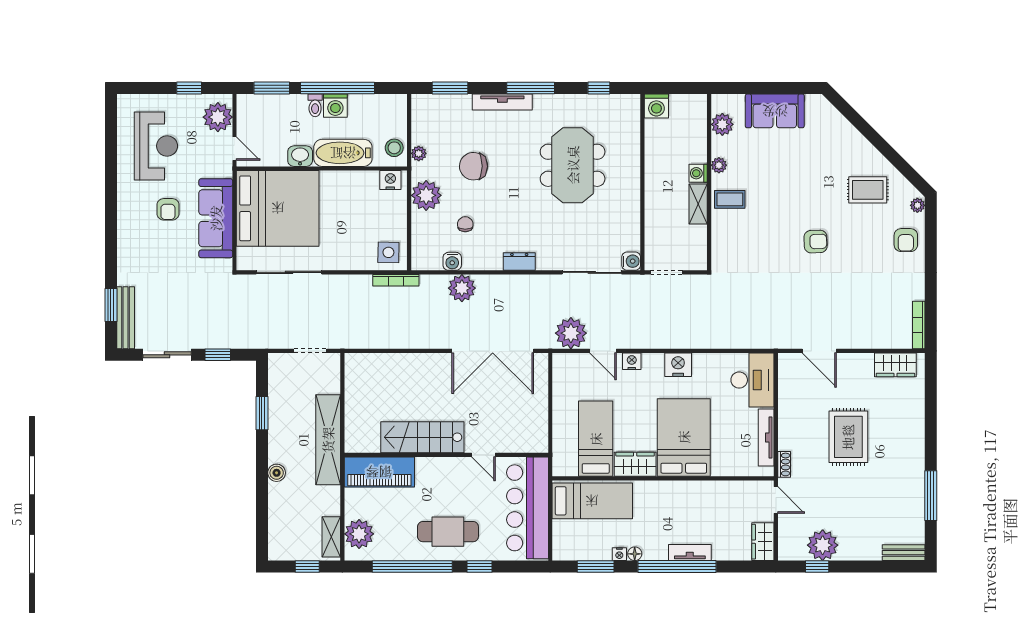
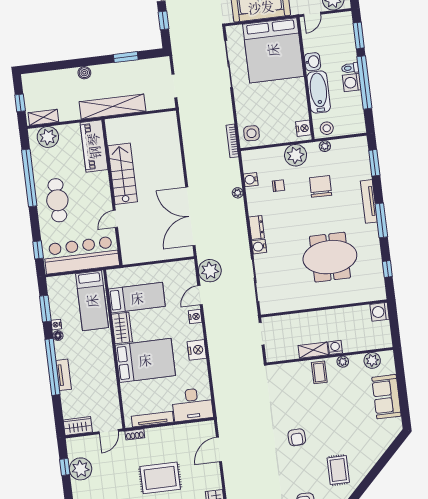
water cooler: (631, 261) -> (259, 247), moved, turned 90
plant: (462, 288) -> (238, 193), width x0.53, depth x0.53
window: (479, 567) -> (38, 250), moved

